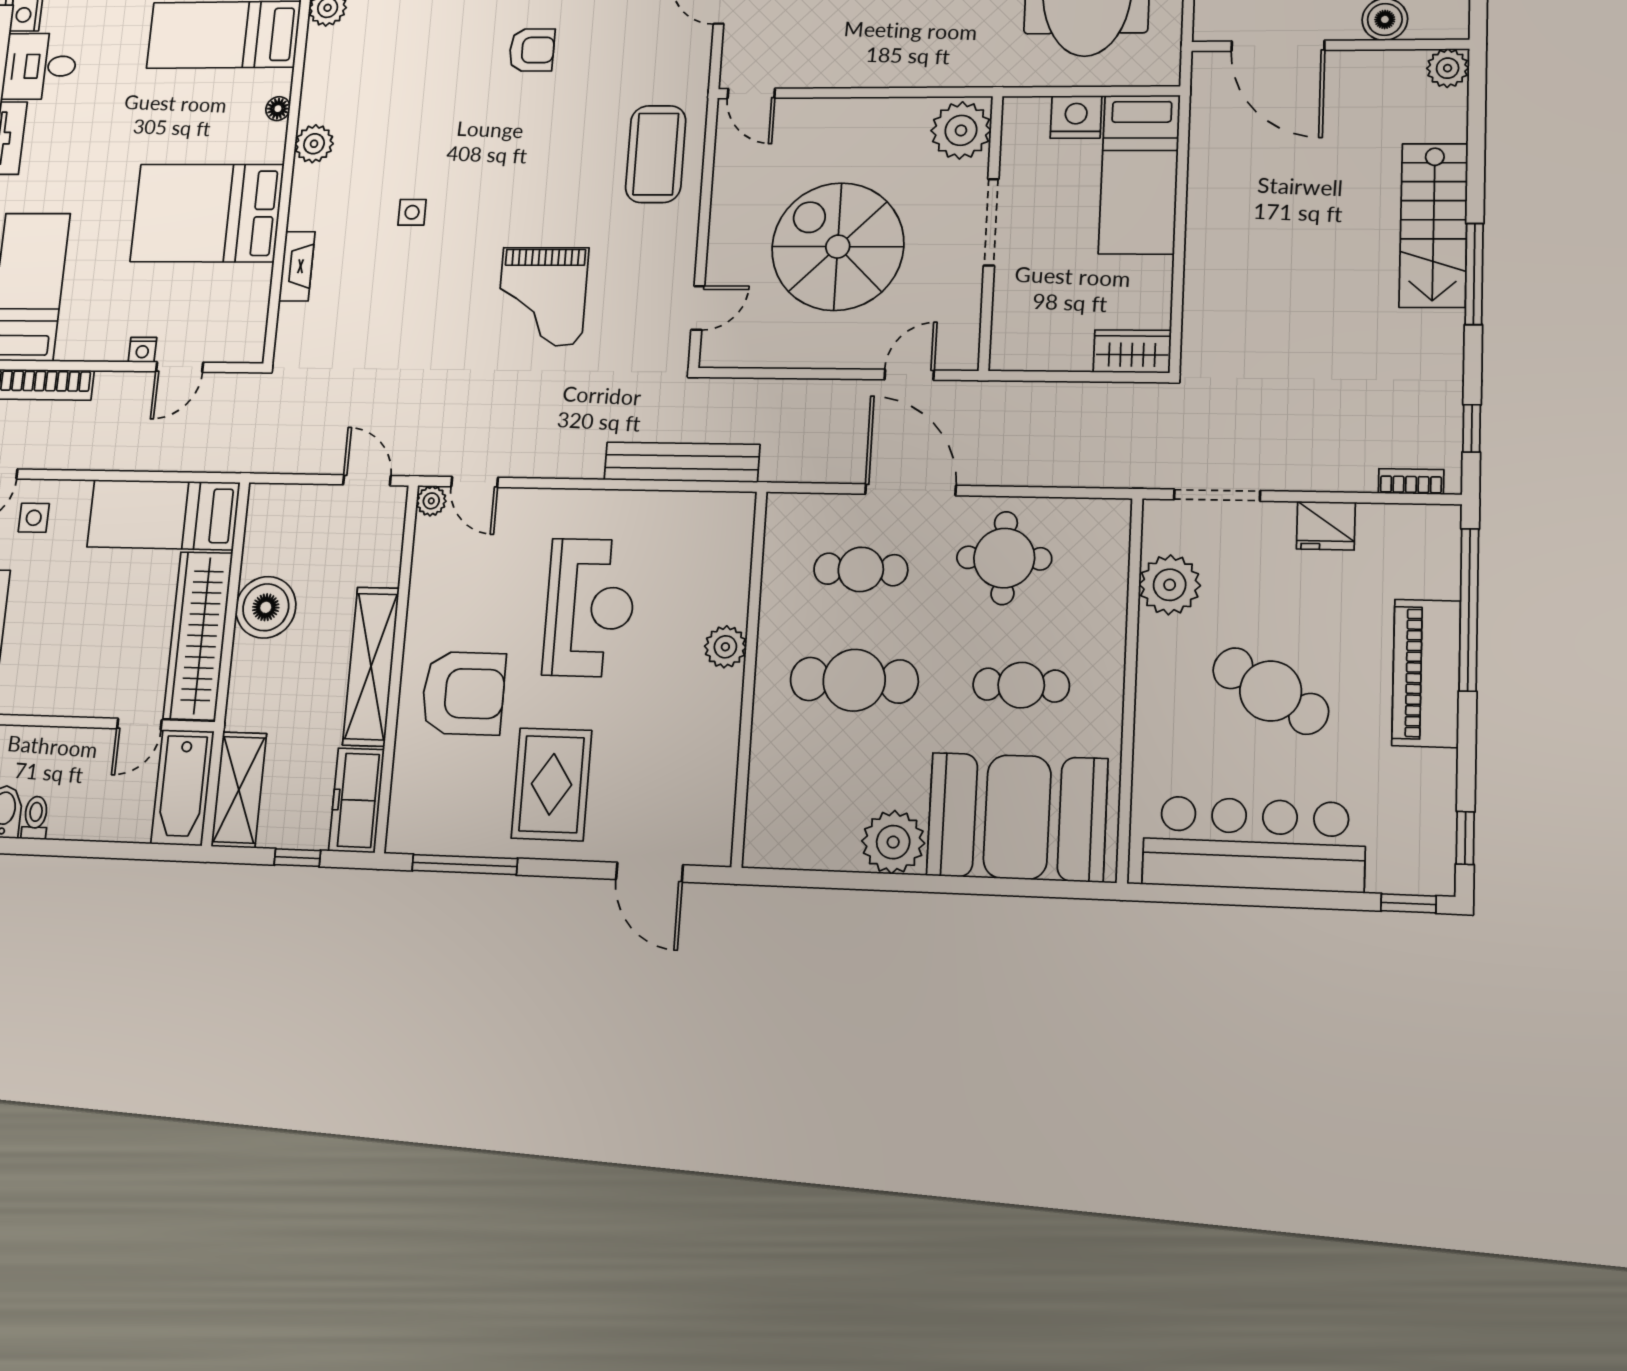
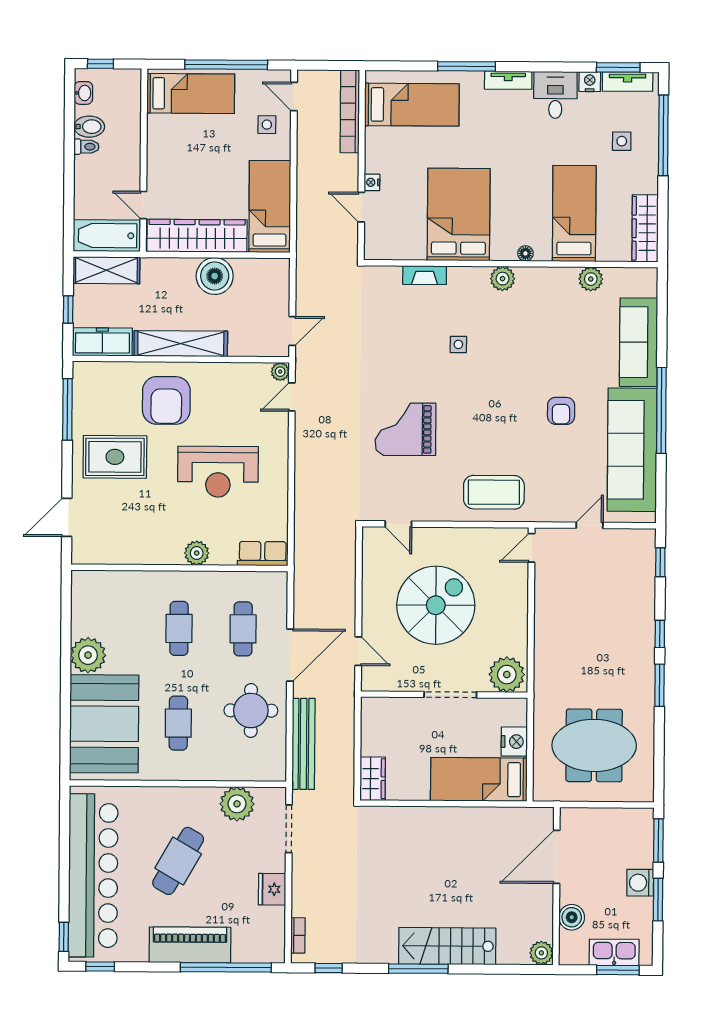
bench: (682, 462) -> (303, 744), moved
row of seats: (733, 534) -> (263, 554), added
cafe table: (854, 680) -> (179, 628), width x0.73, depth x0.74
bar counter: (1254, 844) -> (93, 875), width x1.36

